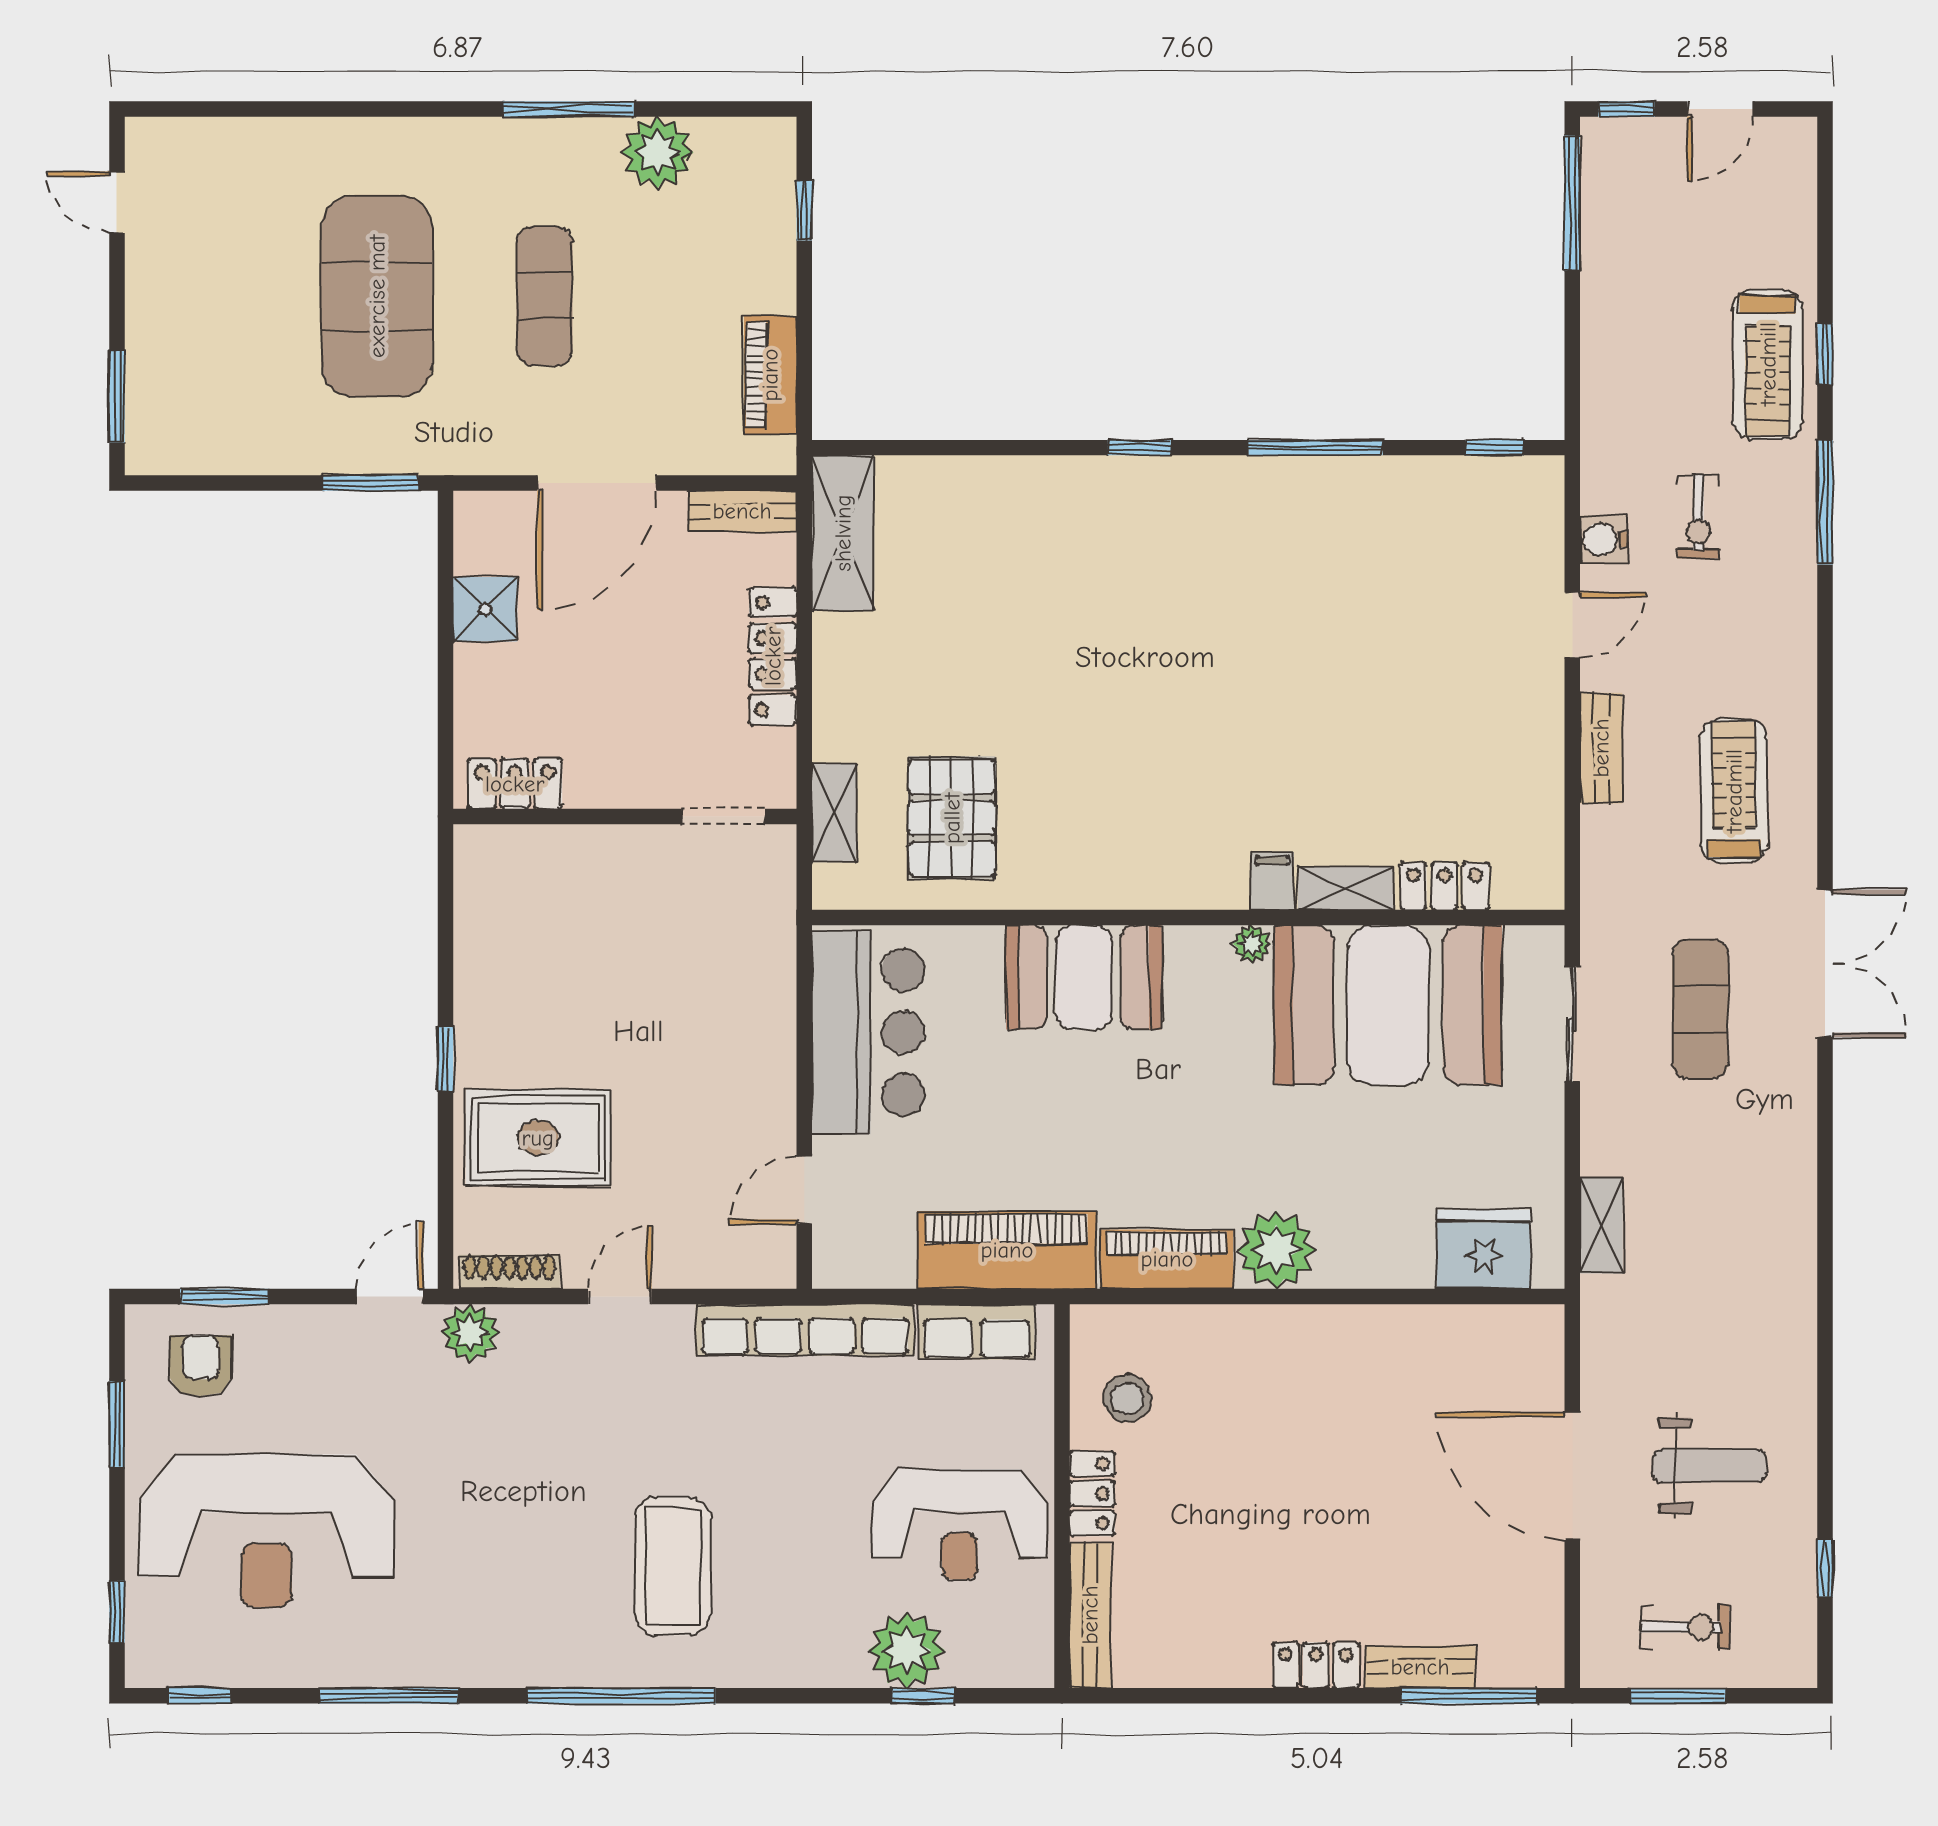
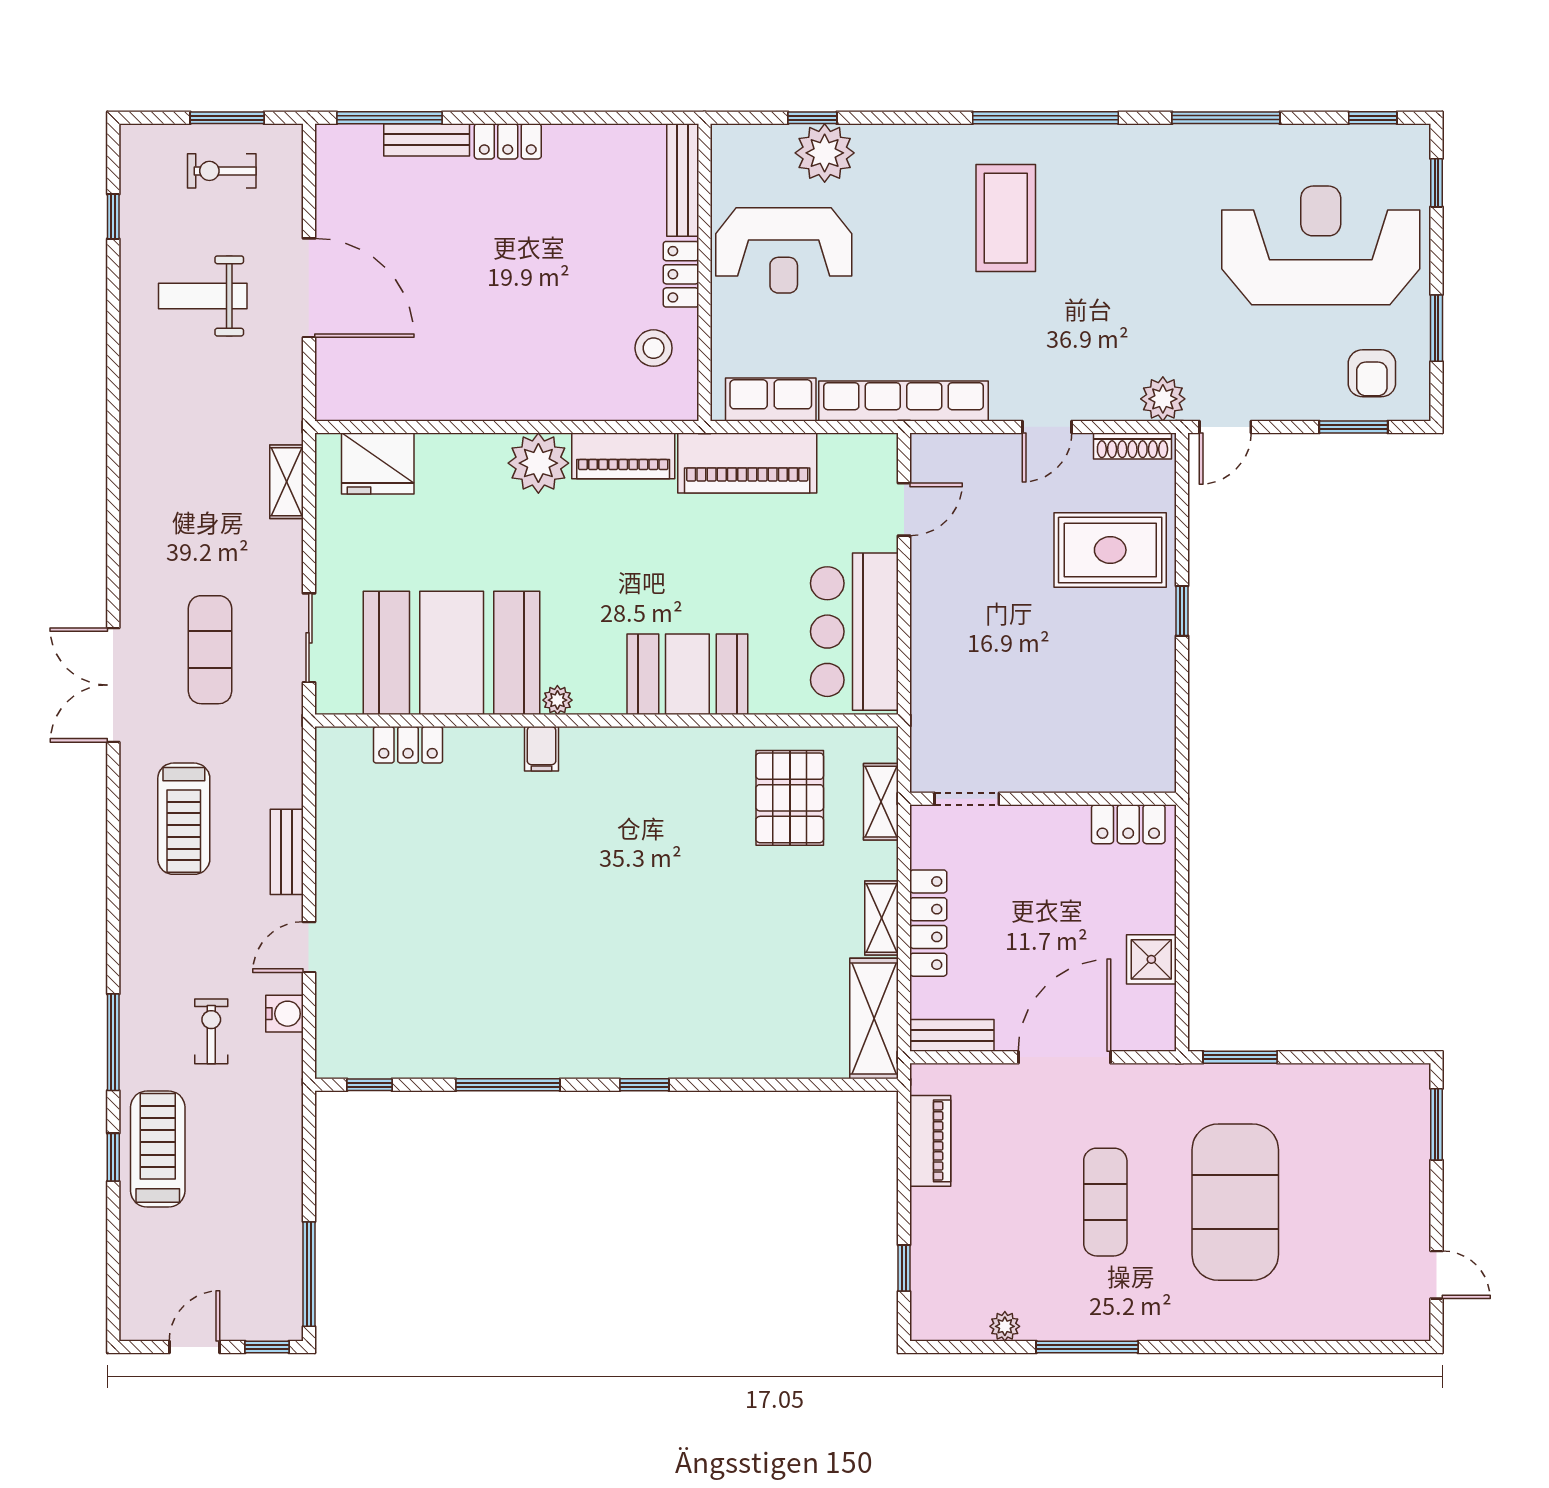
plant: (657, 152) -> (1005, 1326), width x0.53, depth x0.53
shelving: (1346, 888) -> (882, 918), moved, turned 90
reception desk: (960, 1524) -> (784, 250), turned 180

